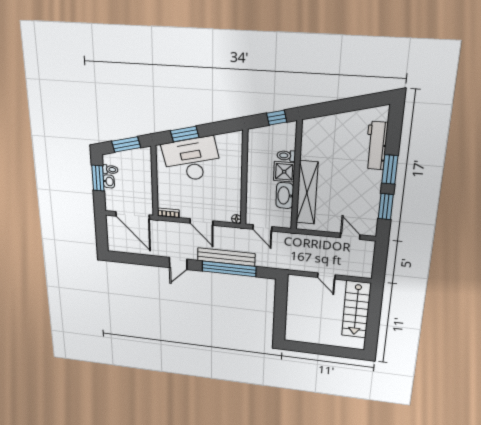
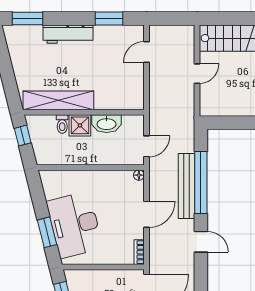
workbench: (376, 146) -> (68, 34), moved
window: (390, 169) -> (27, 18), moved
shelving: (307, 193) -> (58, 100), moved

